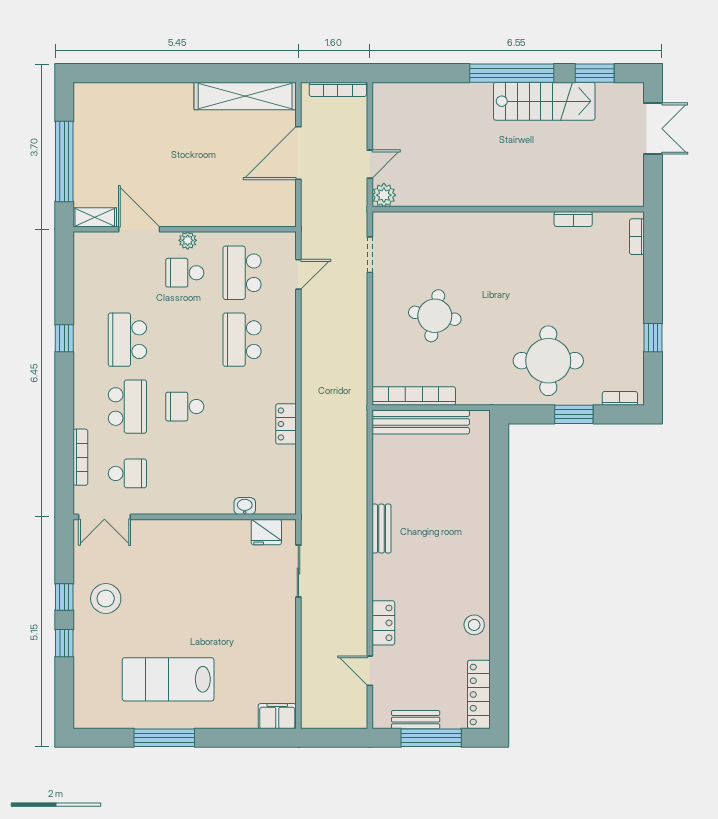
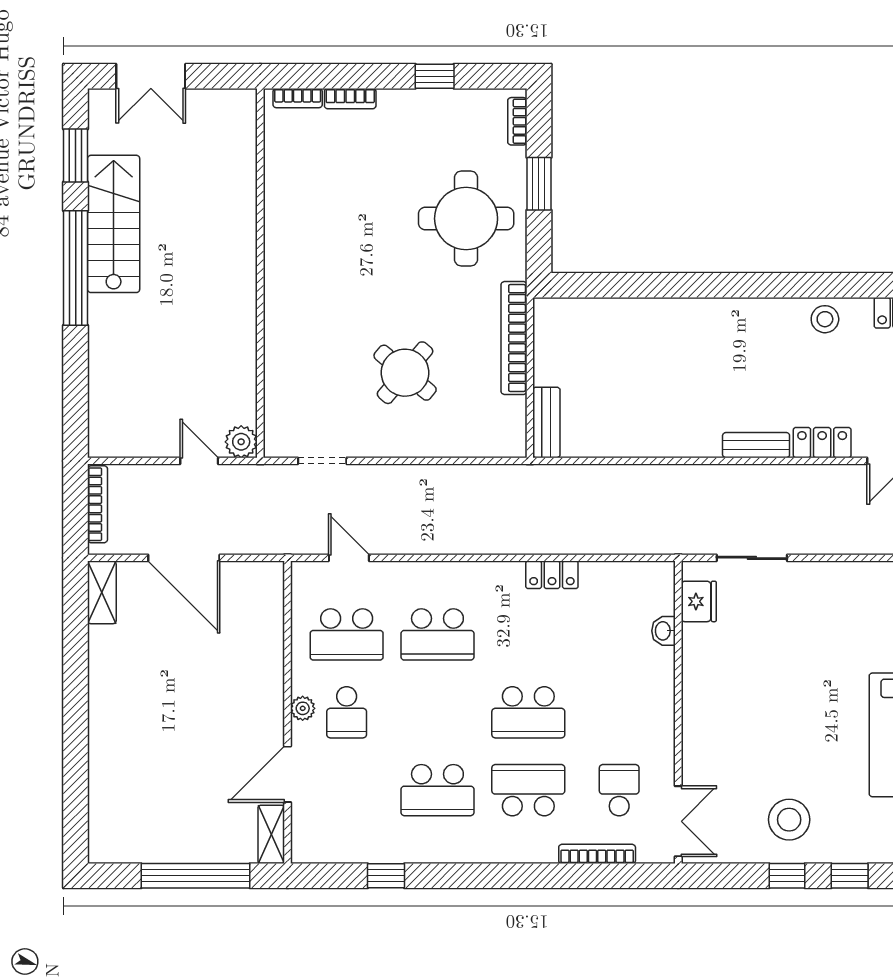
shelving: (245, 96) -> (102, 592), width x0.45, depth x0.75
double door: (653, 129) -> (151, 76), swing flipped
bookcase: (573, 219) -> (350, 99), moved, turned 90
round table: (435, 316) -> (405, 373), turned 30
window: (64, 338) -> (386, 876), moved
bookcase: (414, 396) -> (514, 338), moved
school desk: (185, 407) -> (528, 712), width x1.85
bench: (421, 422) -> (546, 422), width x0.54, depth x0.82
bench: (381, 529) -> (756, 445), moved

